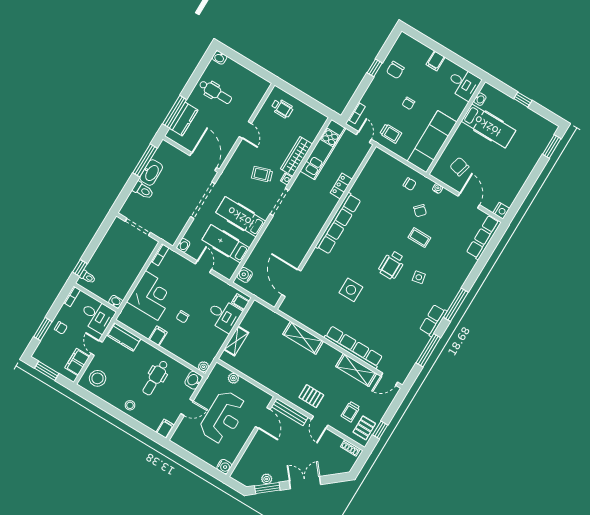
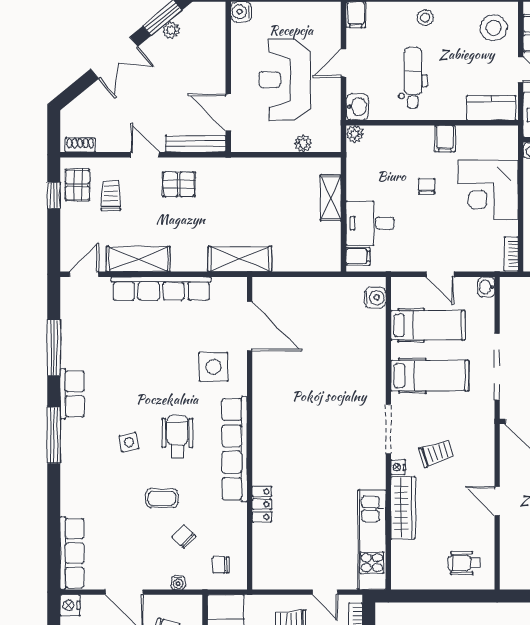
locker: (341, 186) -> (262, 504), moved
row of seats: (338, 223) -> (235, 449), moved
wall: (325, 227) -> (250, 433), moved
door: (291, 283) -> (250, 326), moved

